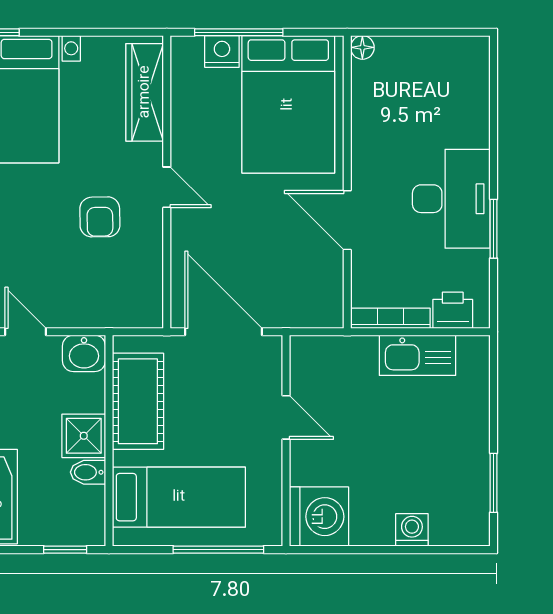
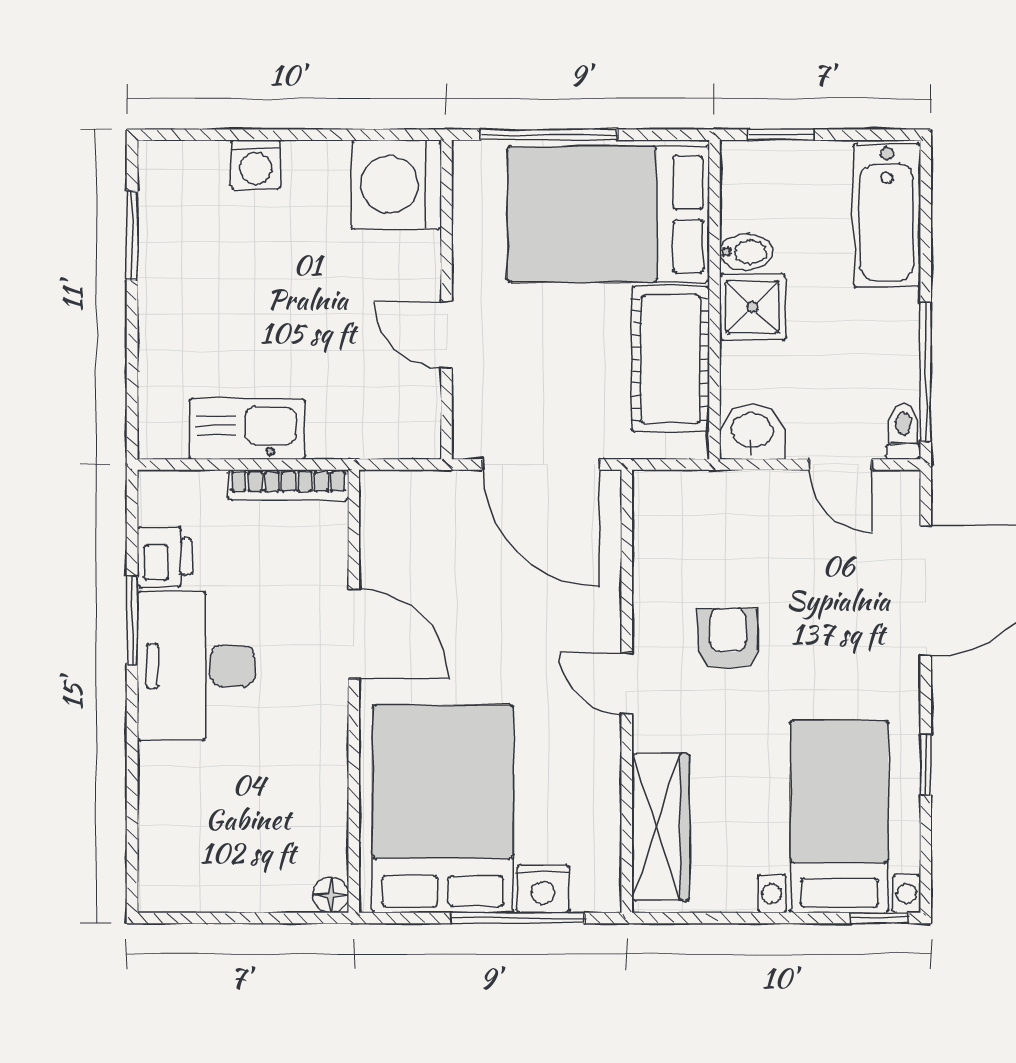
printer: (453, 310) -> (165, 557), moved, turned -90
bed: (179, 497) -> (609, 214), width x1.50

